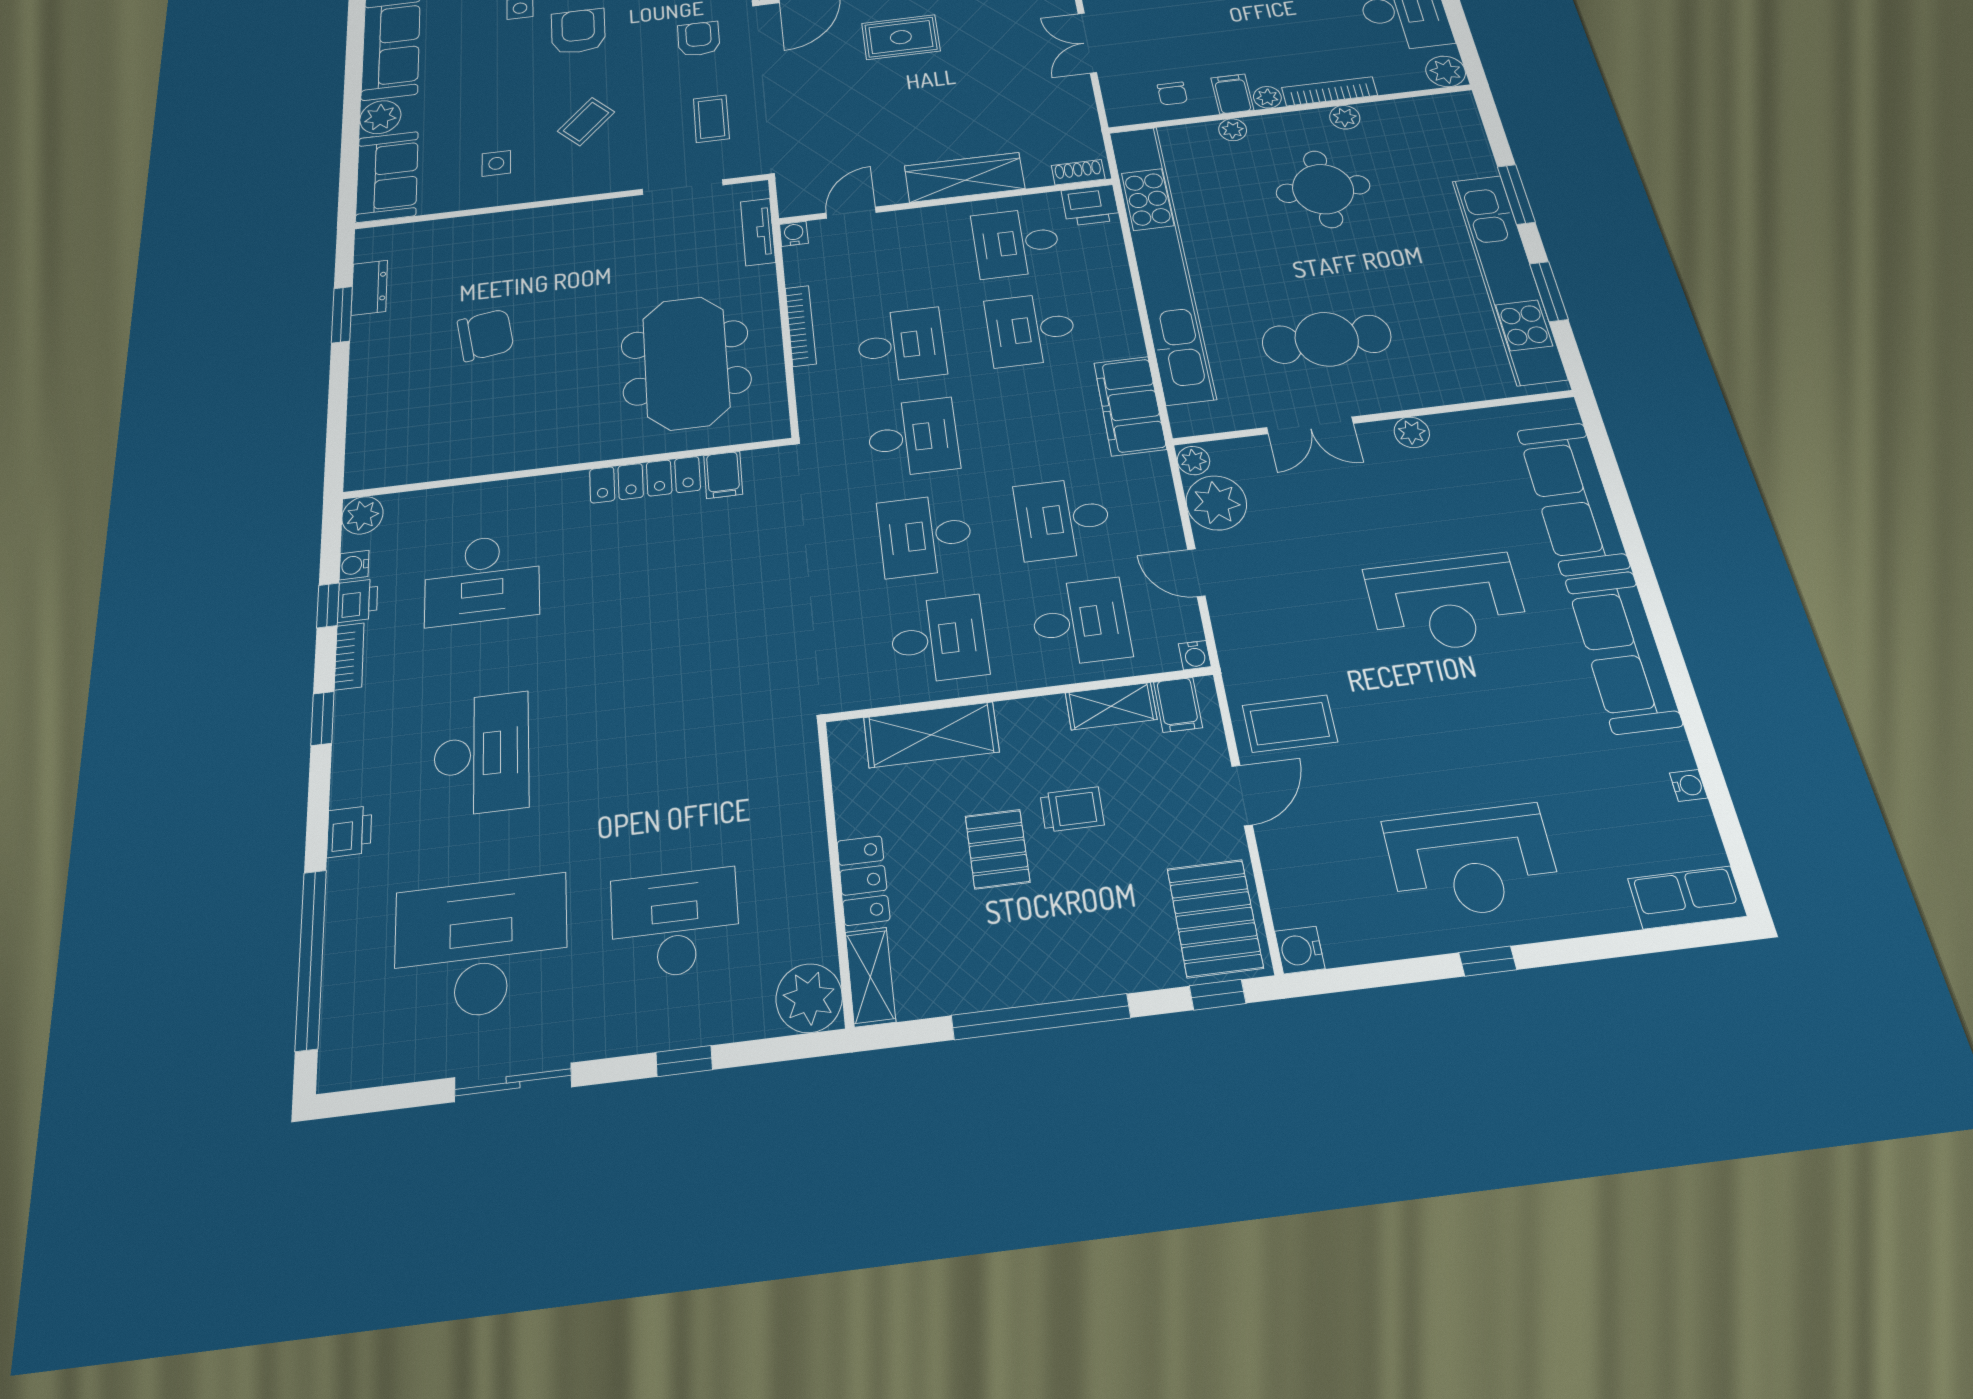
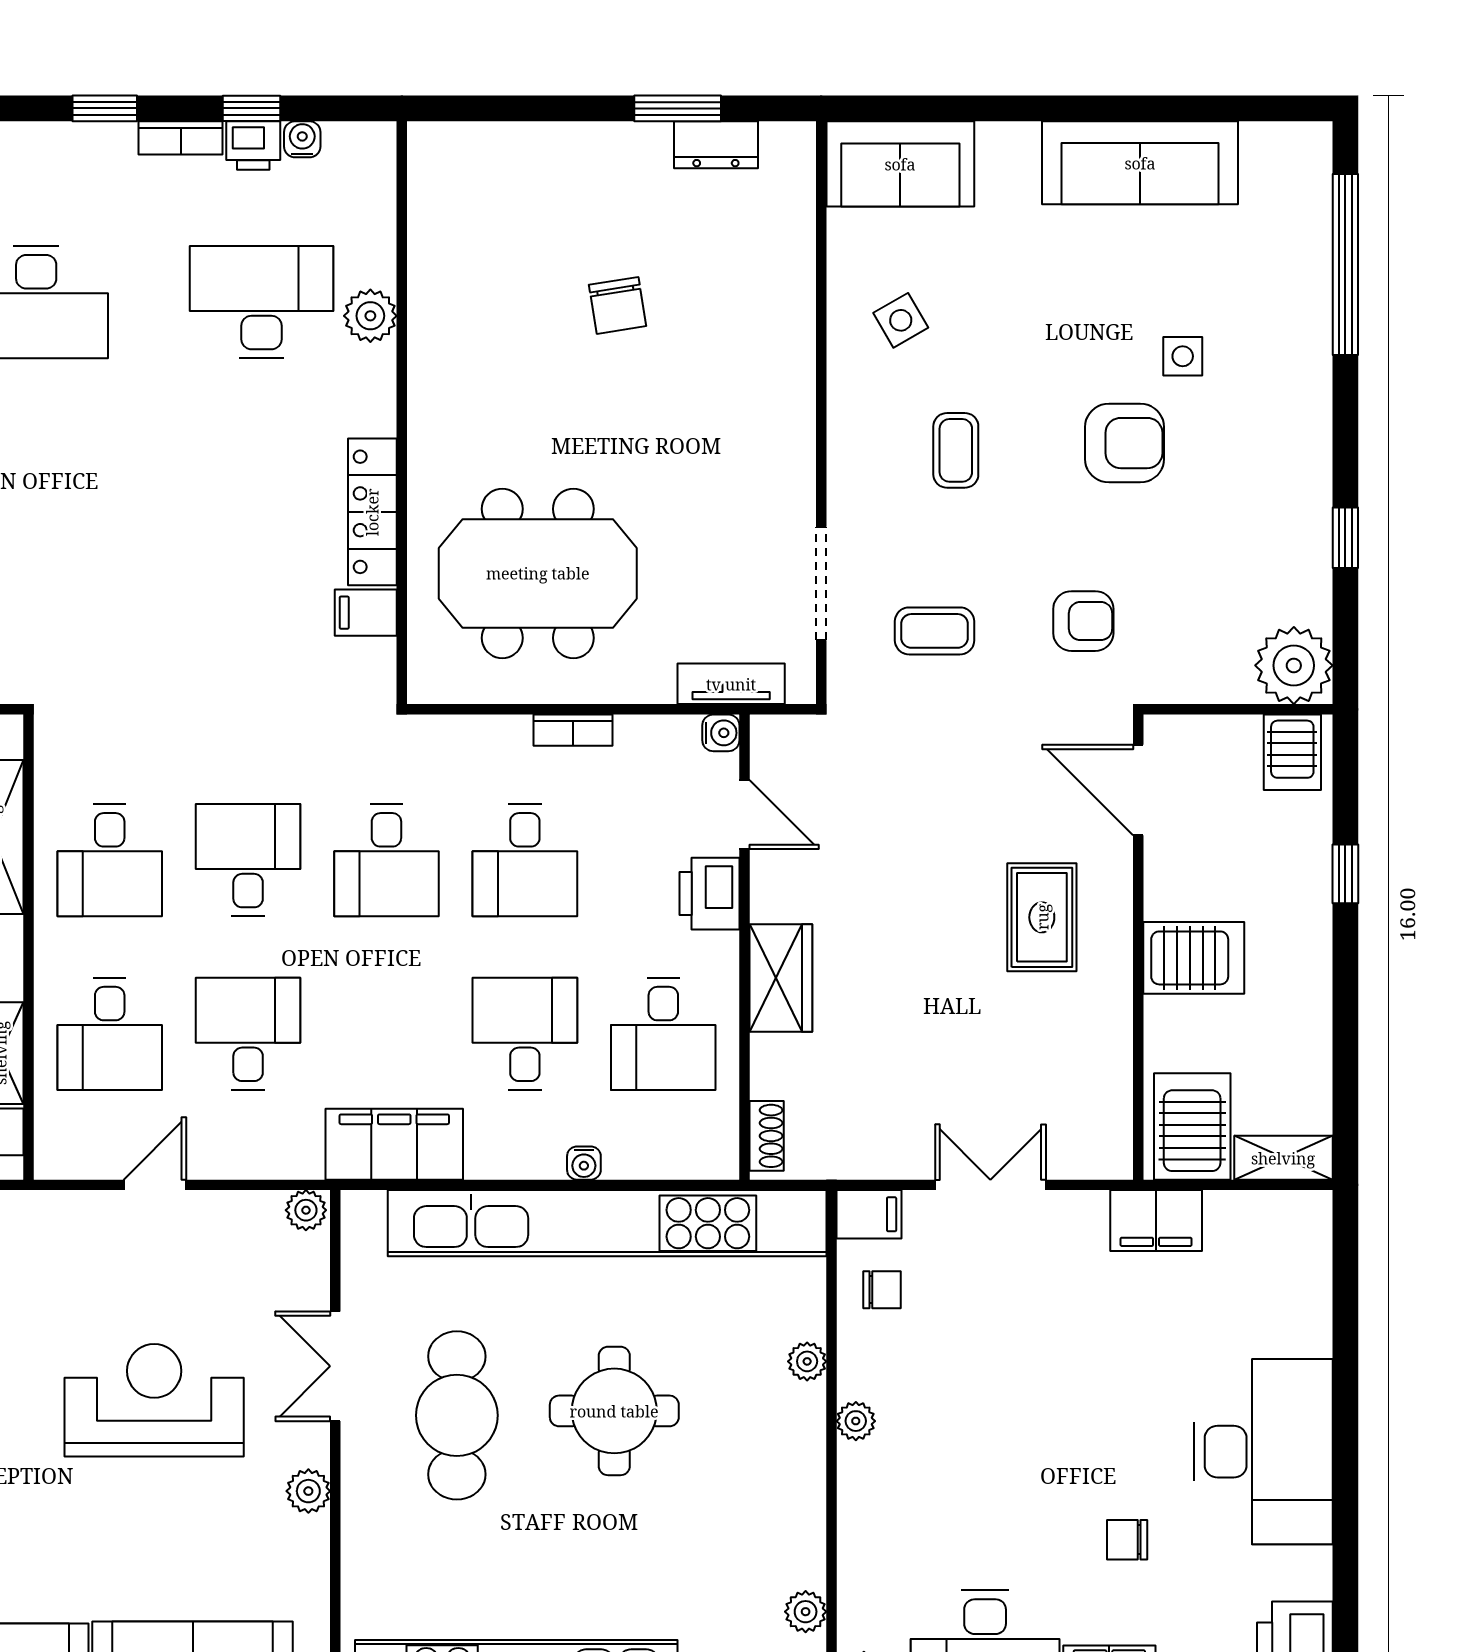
bookcase: (1329, 91) -> (853, 1510), removed
chair: (1172, 93) -> (882, 1290), turned 180
filing cabinet: (1232, 94) -> (869, 1214), moved
plant: (380, 117) -> (1008, 151), removed
plant: (1345, 117) -> (806, 1612), moved
coffee table: (586, 122) -> (956, 450), turned 46
side table: (496, 163) -> (901, 320), turned -30
wardrobe: (965, 177) -> (781, 978), width x0.67
round table: (1323, 189) -> (614, 1411), moved
printer: (1090, 205) -> (710, 894), moved
desk: (1016, 243) -> (663, 1034), turned 180
bookcase: (801, 326) -> (573, 730), width x0.64
chair: (485, 335) -> (618, 305), width x0.73, depth x0.73
plant: (1216, 503) -> (244, 1227), removed
plant: (362, 515) -> (370, 316), moved
desk: (482, 579) -> (261, 302), turned 90
reception desk: (1446, 603) -> (154, 1400), moved, turned 90
water cooler: (1195, 655) -> (584, 1163), moved, turned -90

